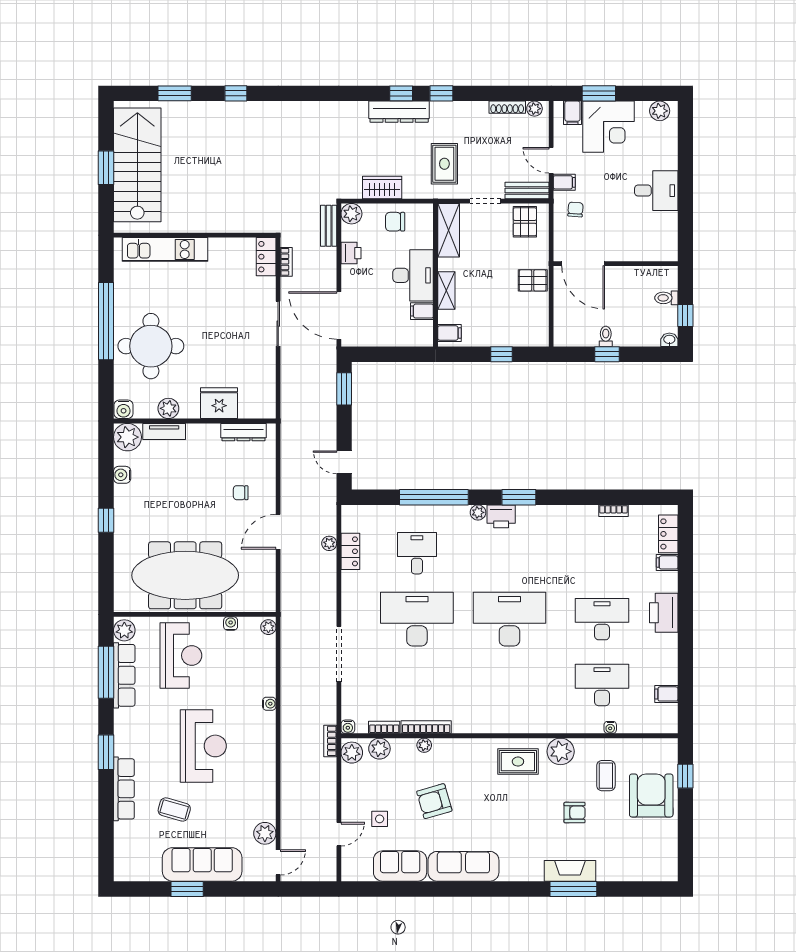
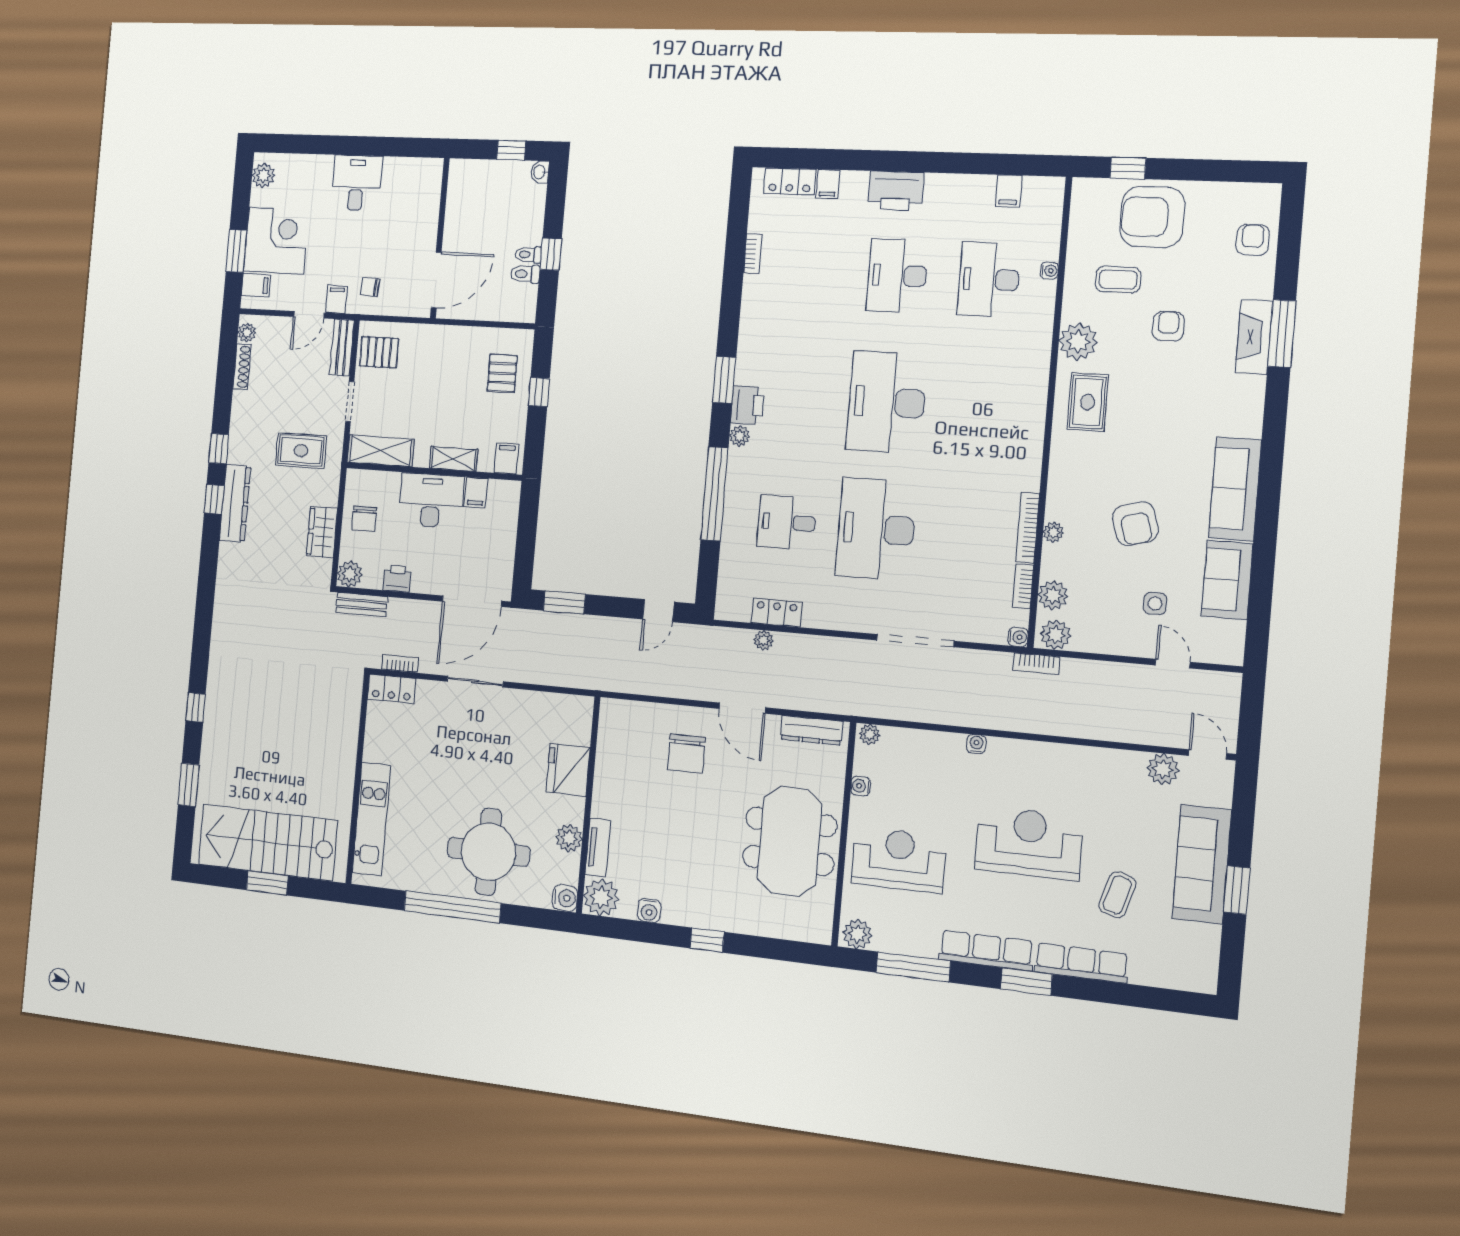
pallet: (533, 280) -> (502, 373), moved
toilet: (666, 298) -> (525, 274), moved, turned 90
dresser: (243, 432) -> (812, 730), moved, turned 90
chair: (241, 493) -> (686, 754), width x1.87, depth x1.87
meeting table: (185, 575) -> (790, 841), width x0.73
row of seats: (124, 675) -> (986, 951), moved
armchair: (638, 865) -> (1253, 240), added

